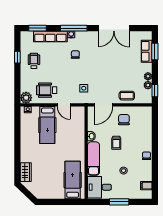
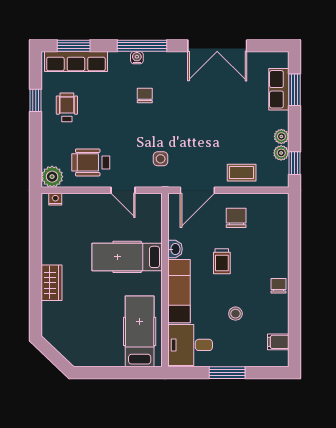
row of seats: (50, 37) -> (76, 62), moved
hospital bed: (47, 125) -> (127, 257), moved, turned 90
wardrobe: (26, 172) -> (52, 283), moved

